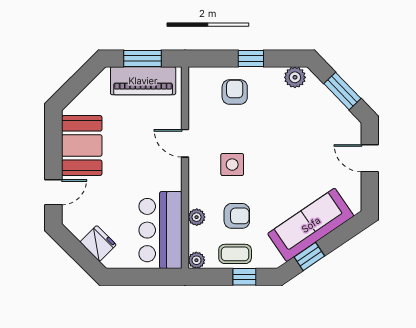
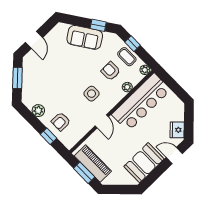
window: (251, 58) -> (48, 136), moved
plant: (295, 77) -> (38, 111), moved
sofa: (311, 225) -> (85, 37), width x0.73
bar counter: (161, 230) -> (141, 102), width x1.36
fridge: (98, 243) -> (177, 130), moved

